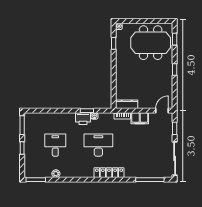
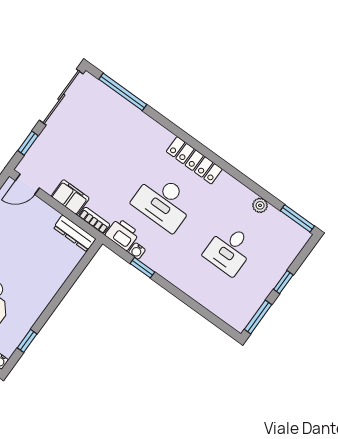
printer: (83, 119) -> (122, 234), moved
locker: (109, 173) -> (194, 160), moved

